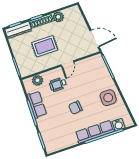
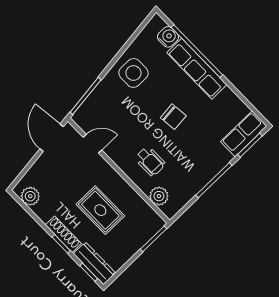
plant: (58, 17) -> (30, 196), moved
door: (67, 63) -> (92, 144), moved
row of seats: (37, 105) -> (244, 134), moved

